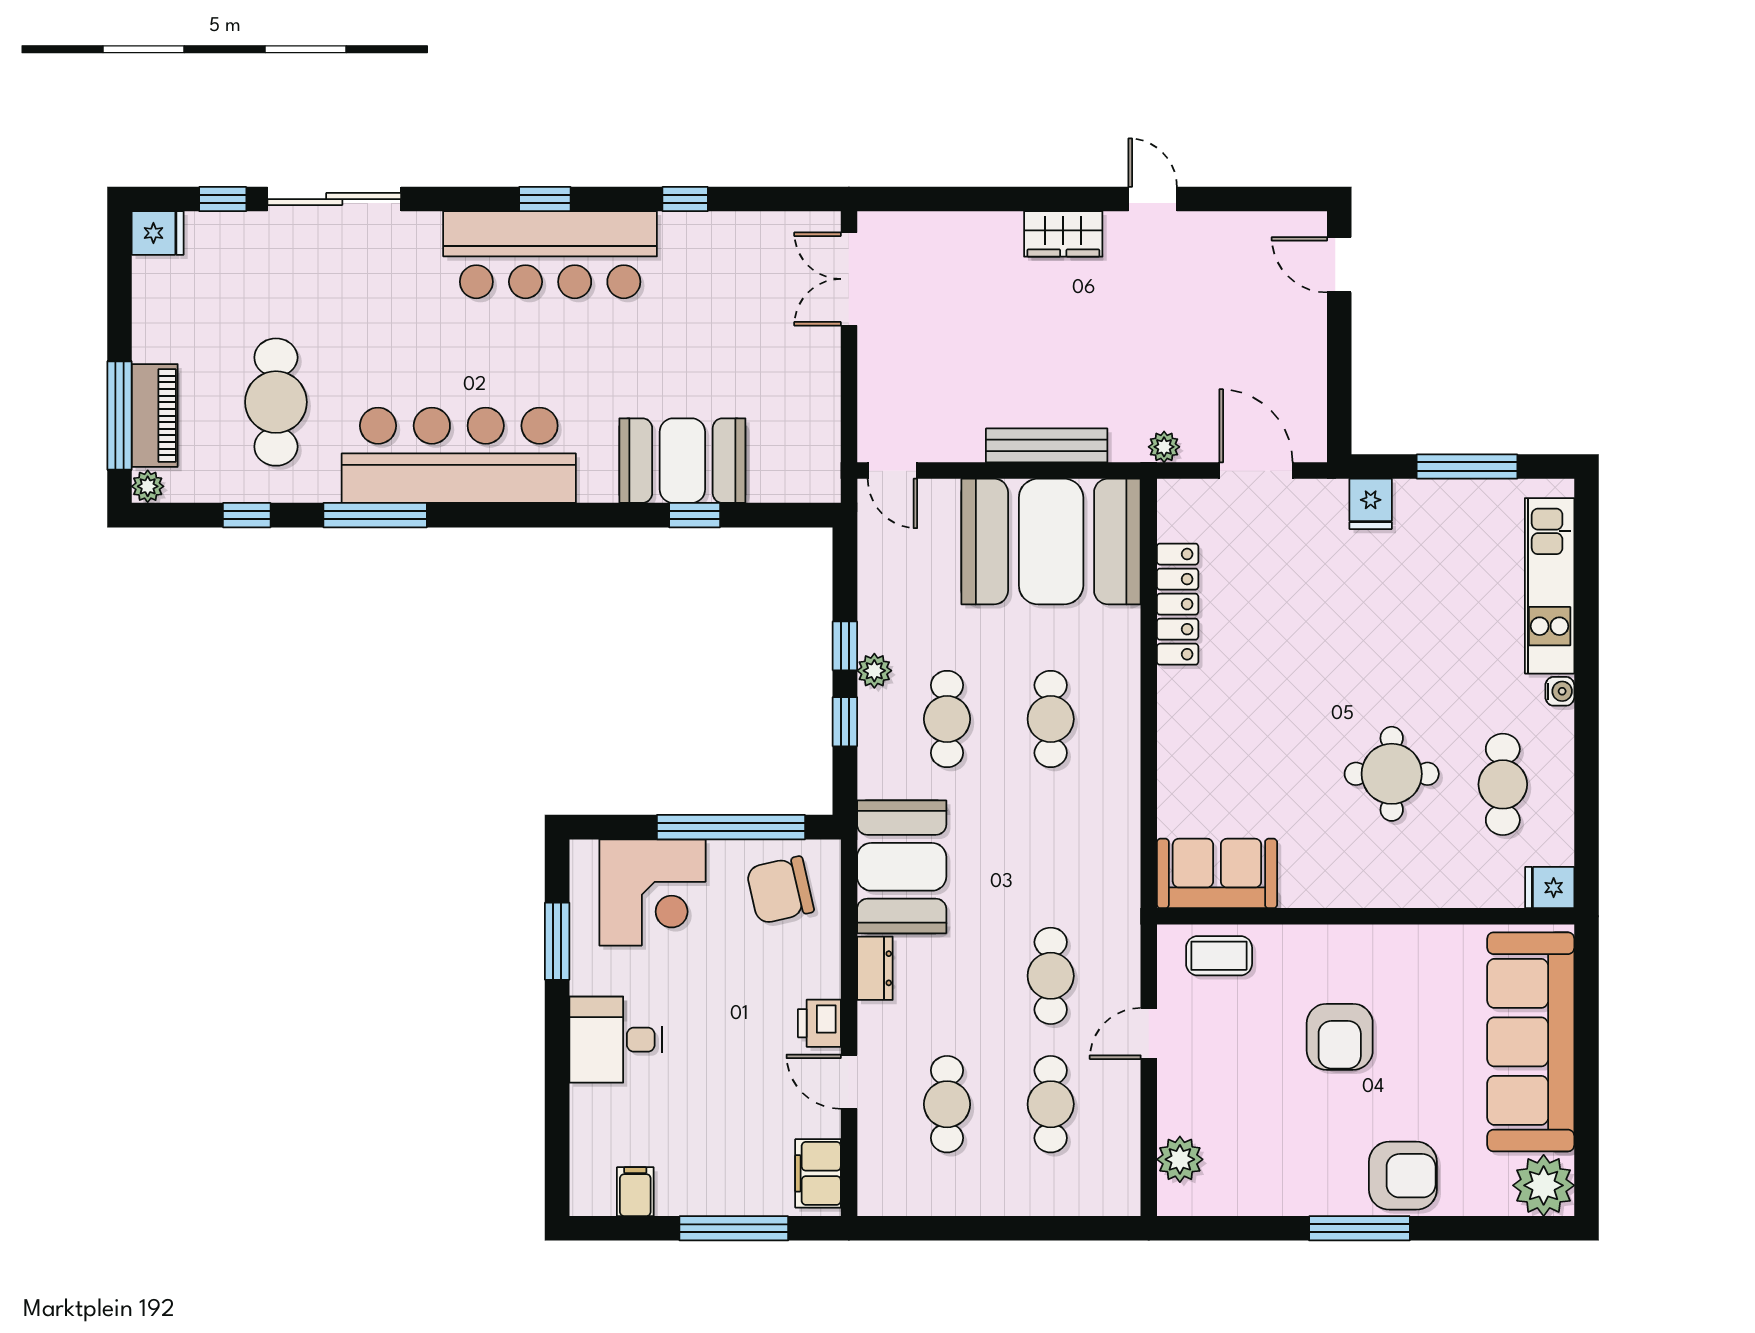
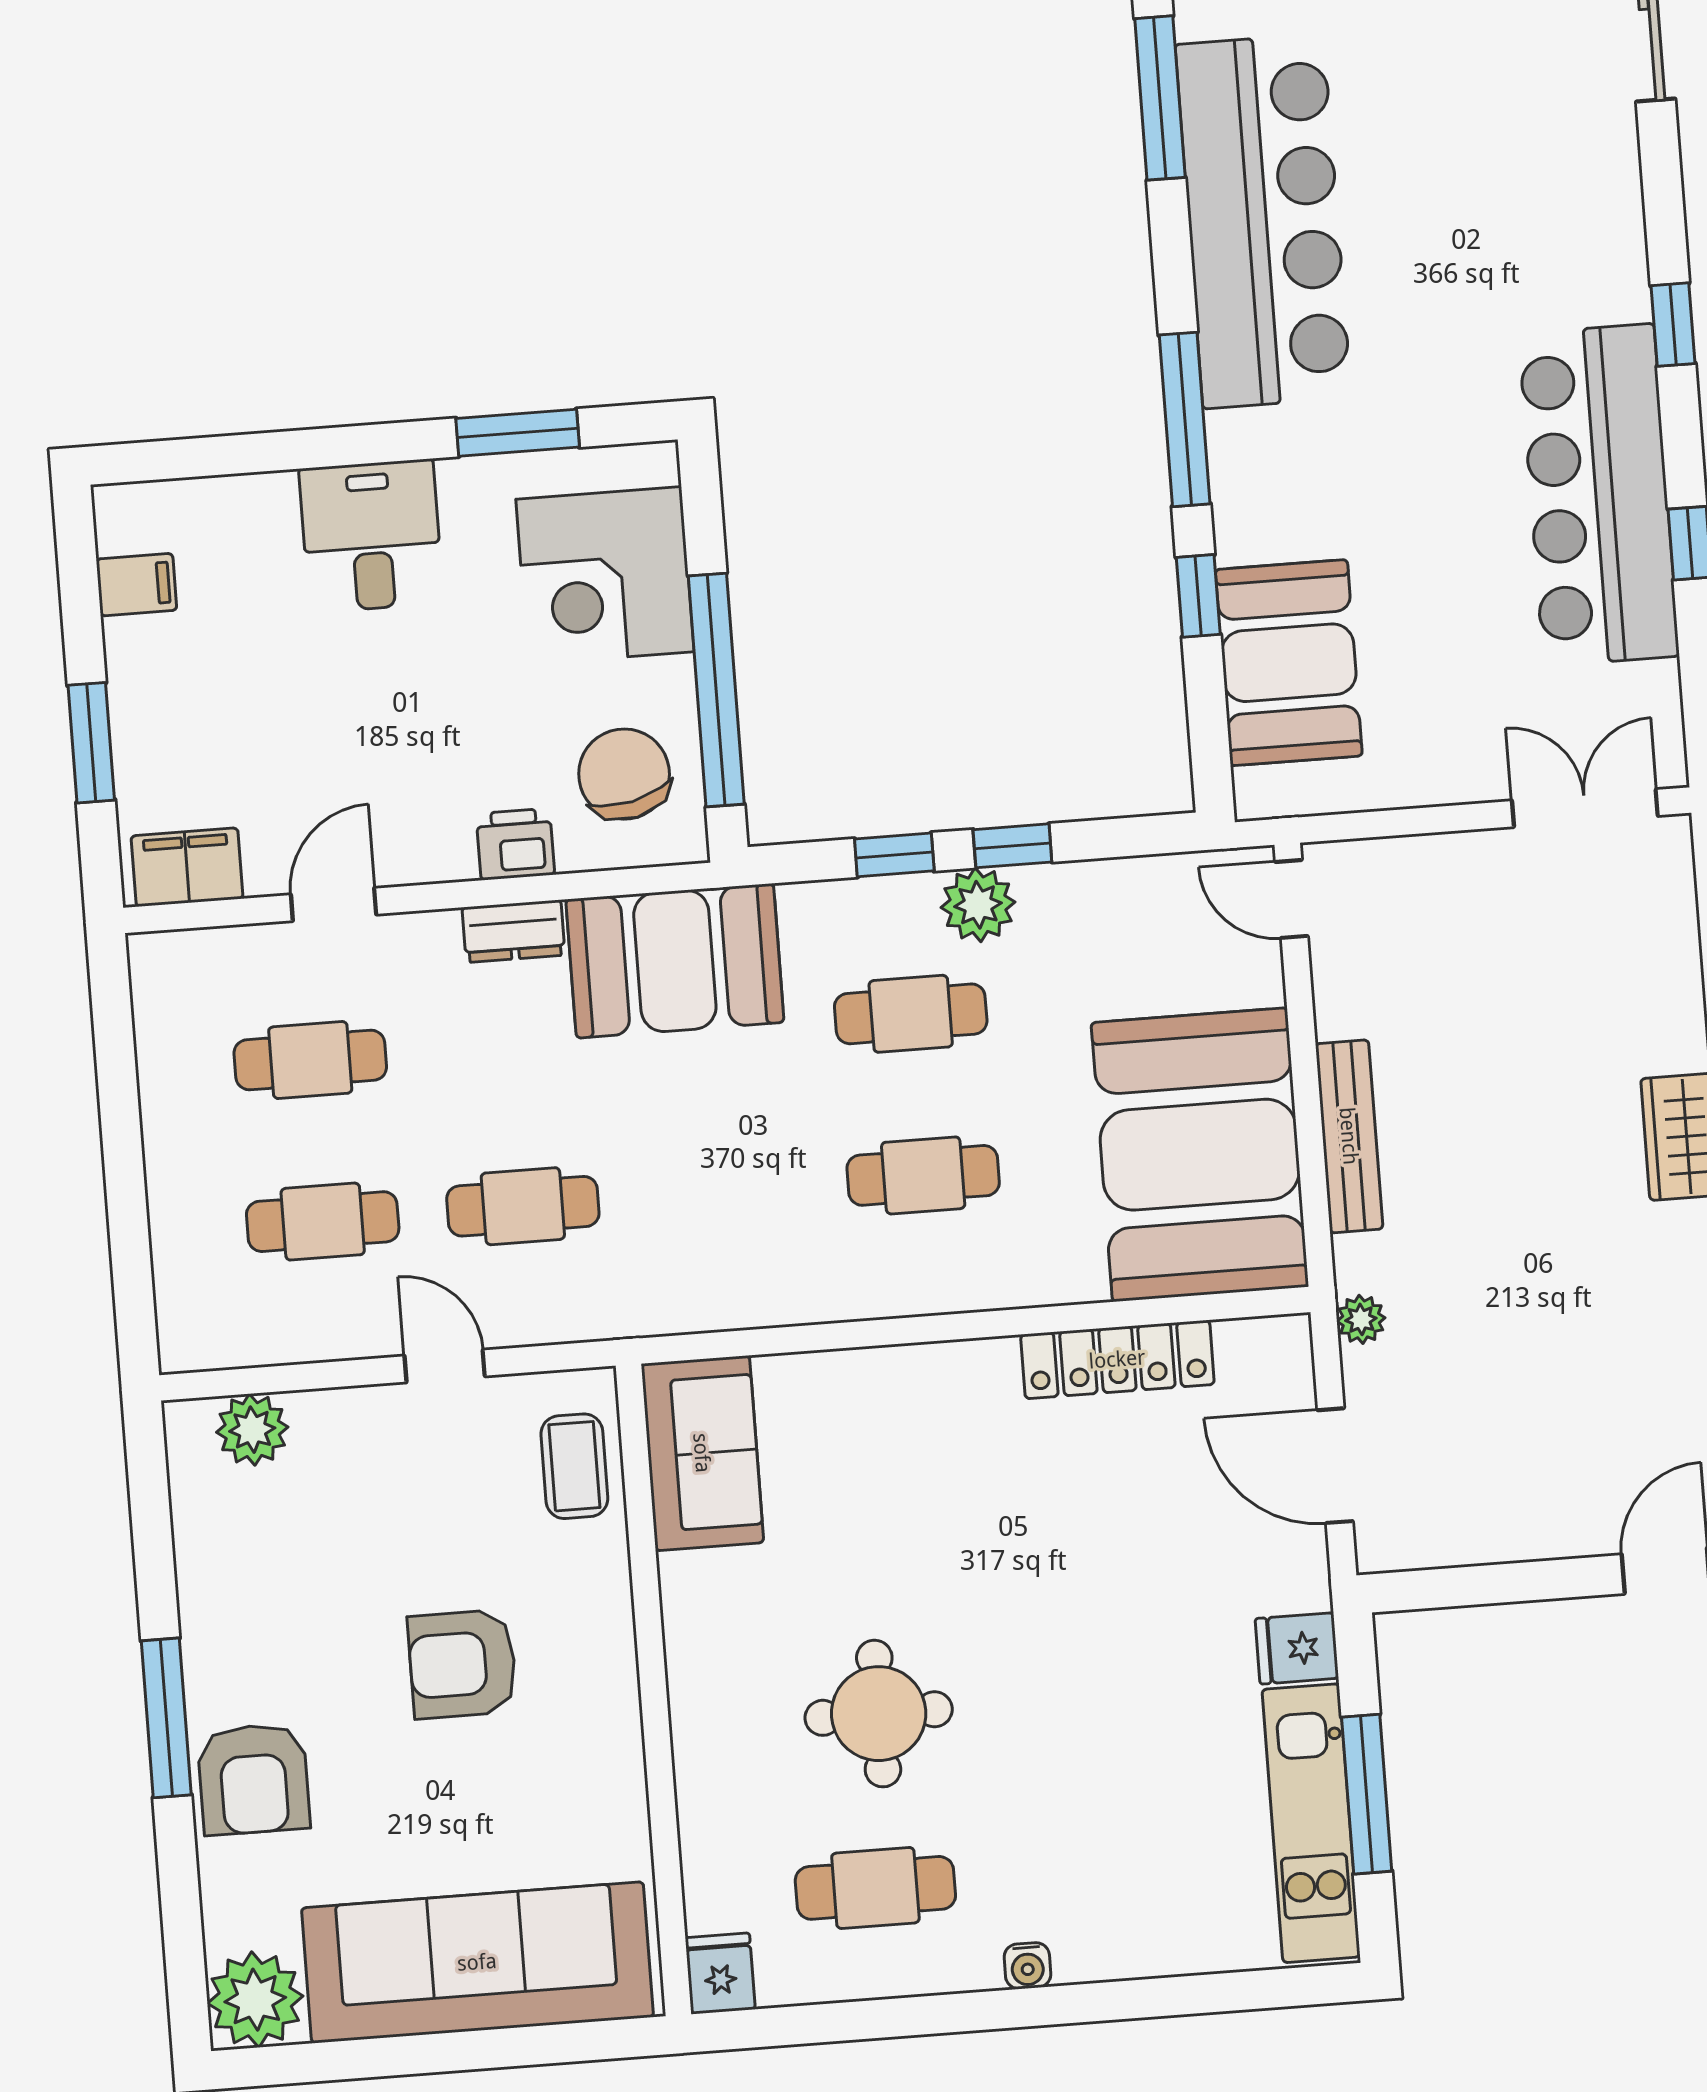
bar counter: (550, 255) -> (1599, 495), moved
booth: (682, 461) -> (1289, 663), moved
door: (892, 471) -> (1291, 899), hinge flipped
door: (1256, 471) -> (1335, 1466), swing flipped
window: (581, 515) -> (1185, 419), added
kitchen unit: (1550, 586) -> (1311, 1823), moved, turned -90
plant: (874, 671) -> (978, 905), width x1.38, depth x1.38
printer: (819, 1023) -> (515, 844), moved
window: (734, 1228) -> (91, 743), width x0.69

